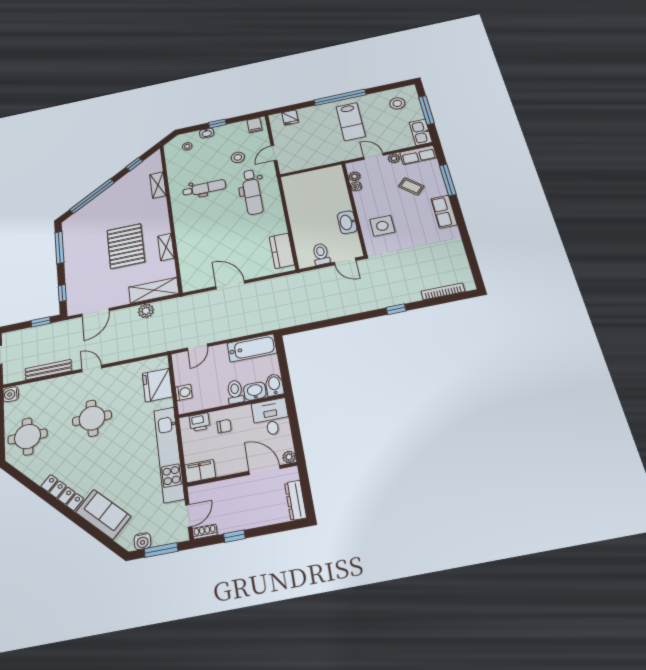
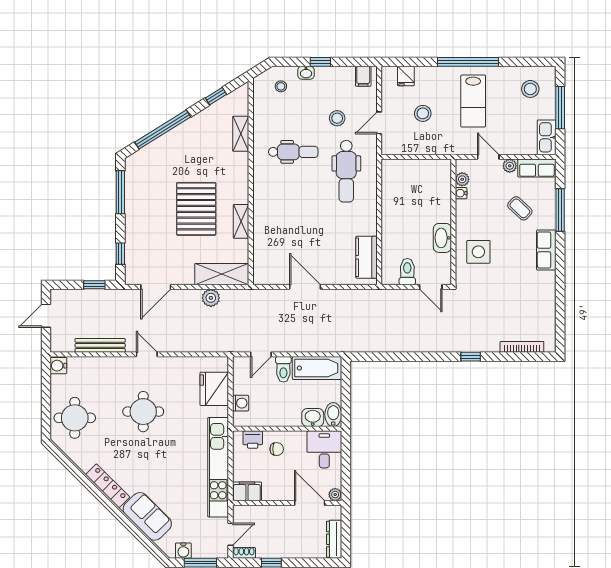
stool: (310, 139) -> (423, 113), added
toilet: (235, 392) -> (283, 369), moved, turned 180

